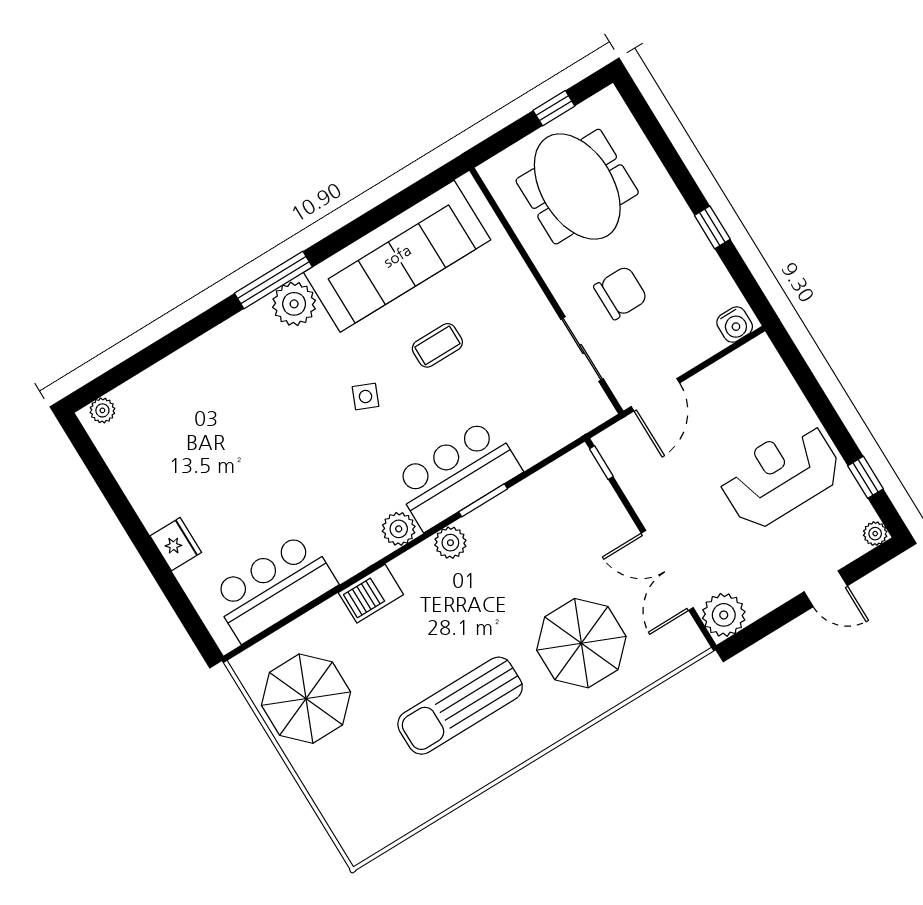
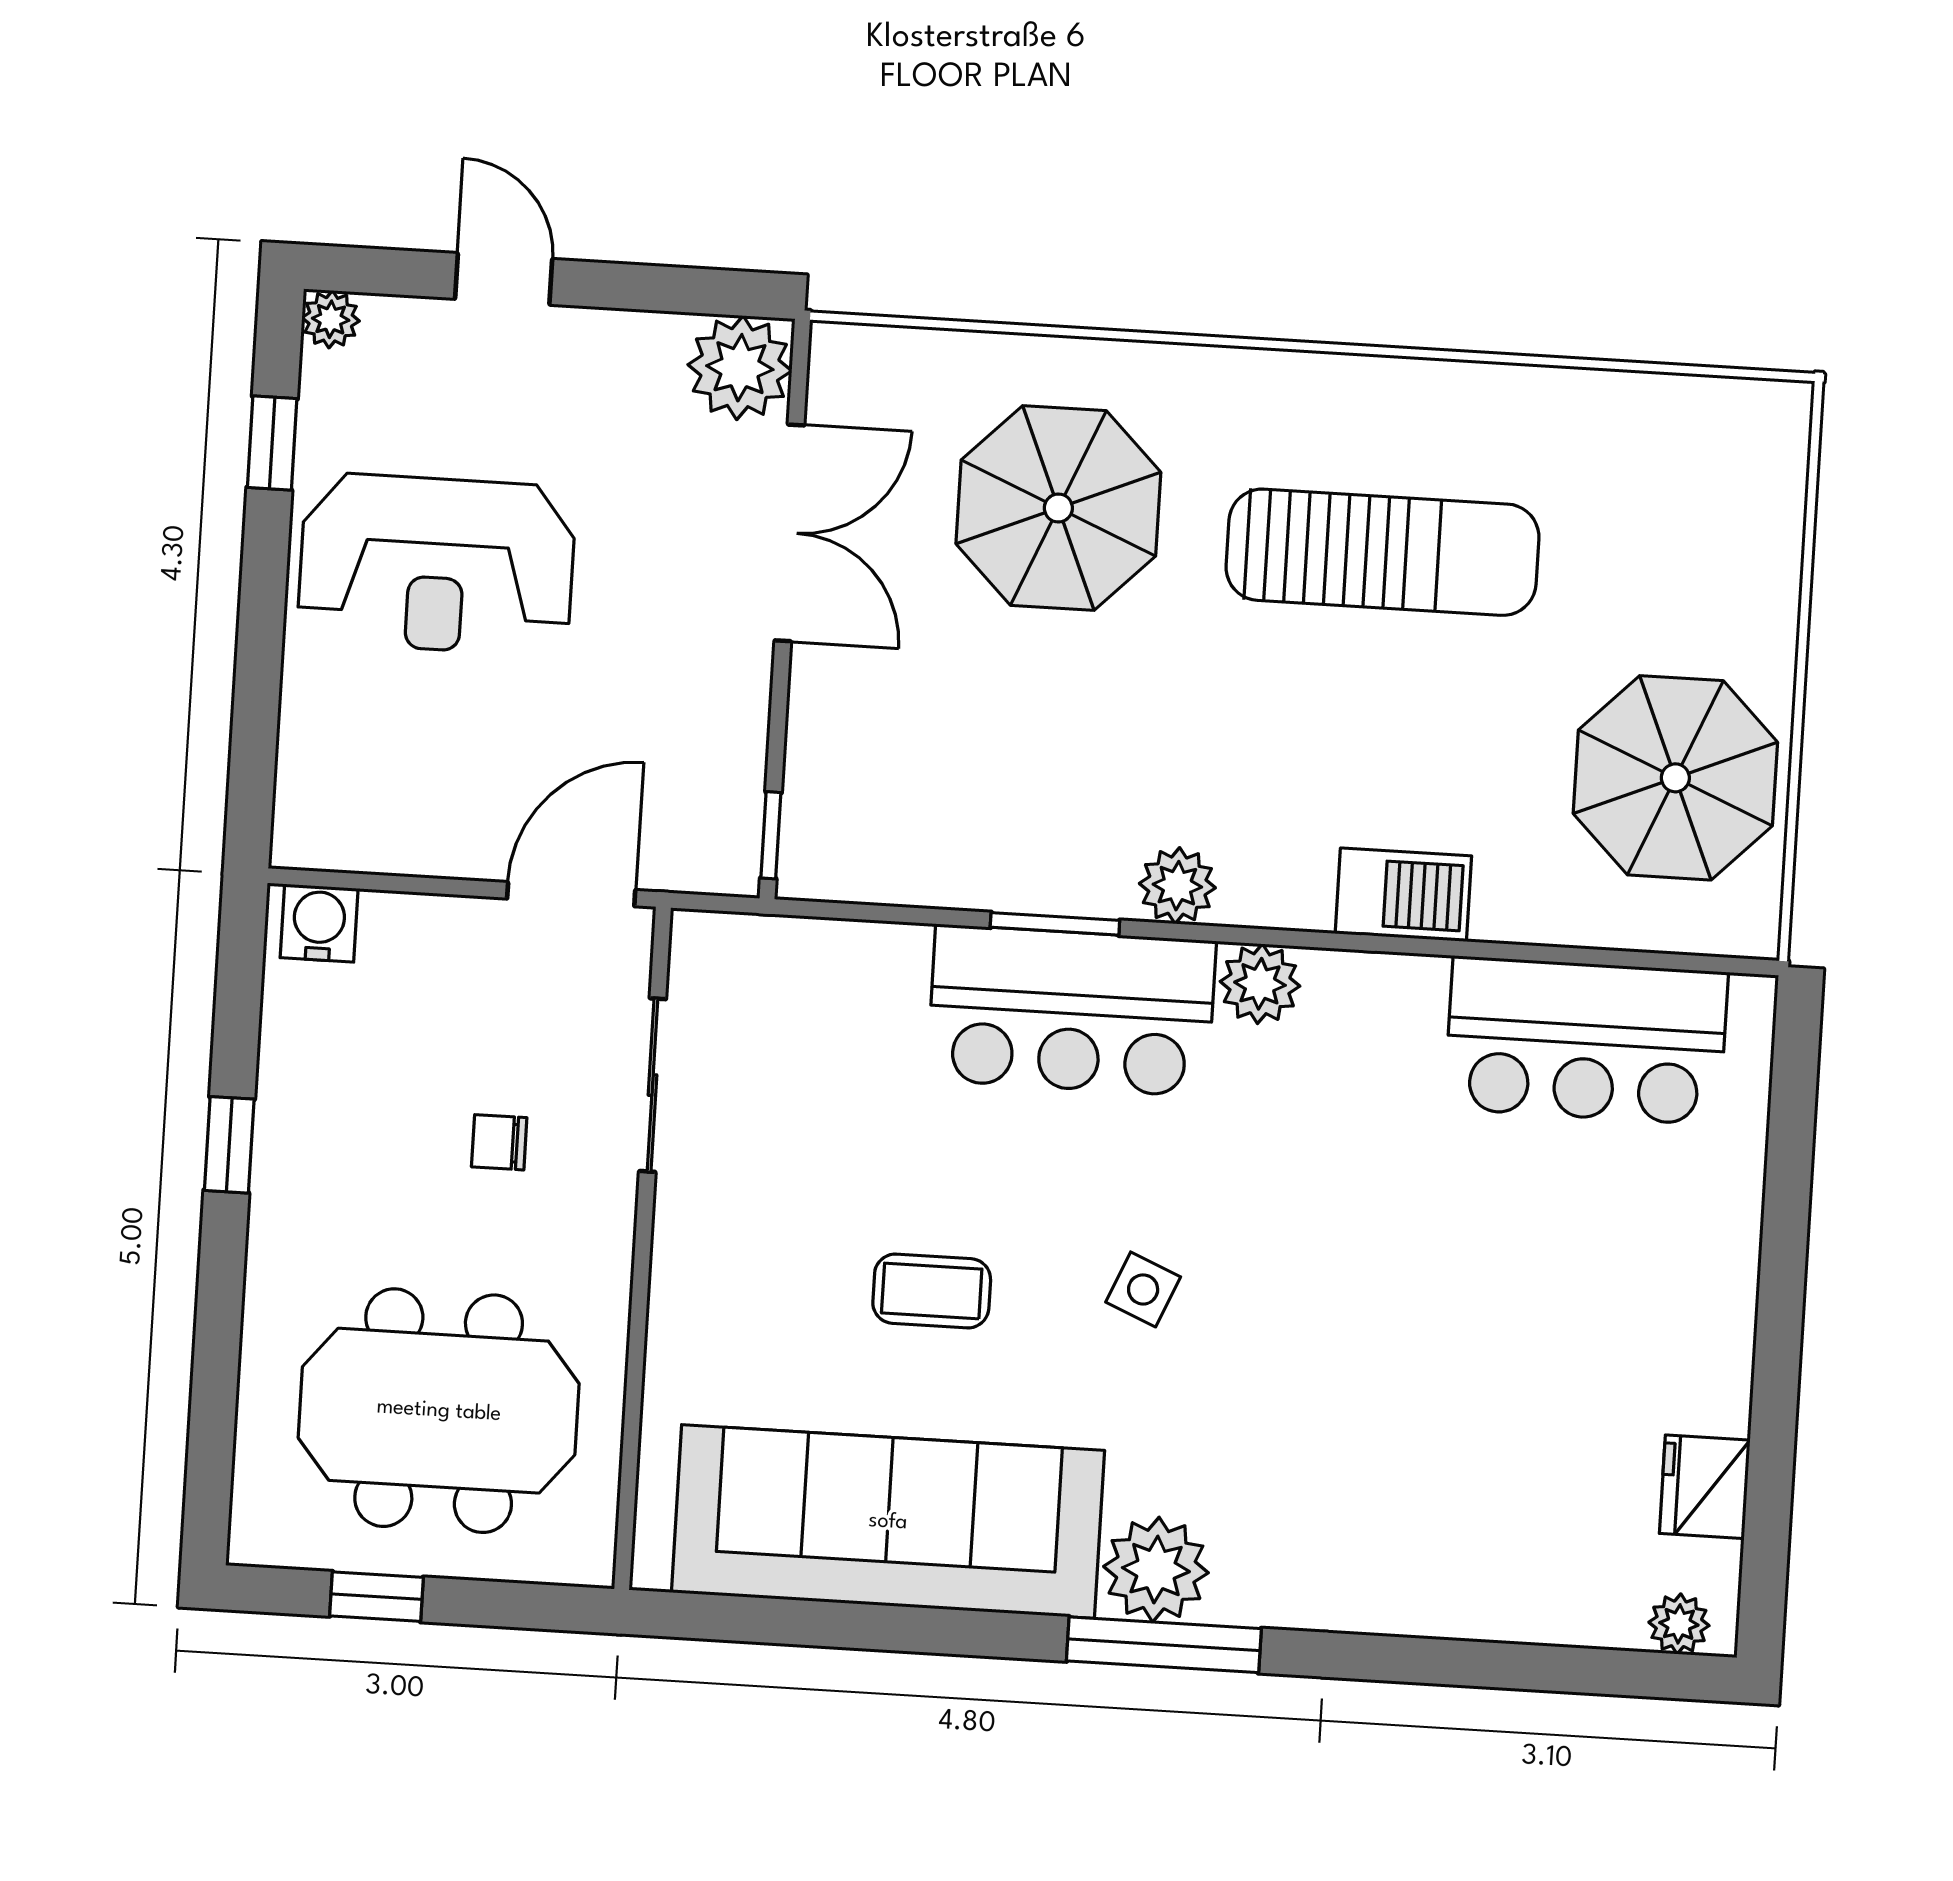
meeting table: (577, 187) -> (439, 1411), turned 90
chair: (621, 293) -> (499, 1142), width x0.54, depth x0.54
fridge: (176, 544) -> (1705, 1487), moved

